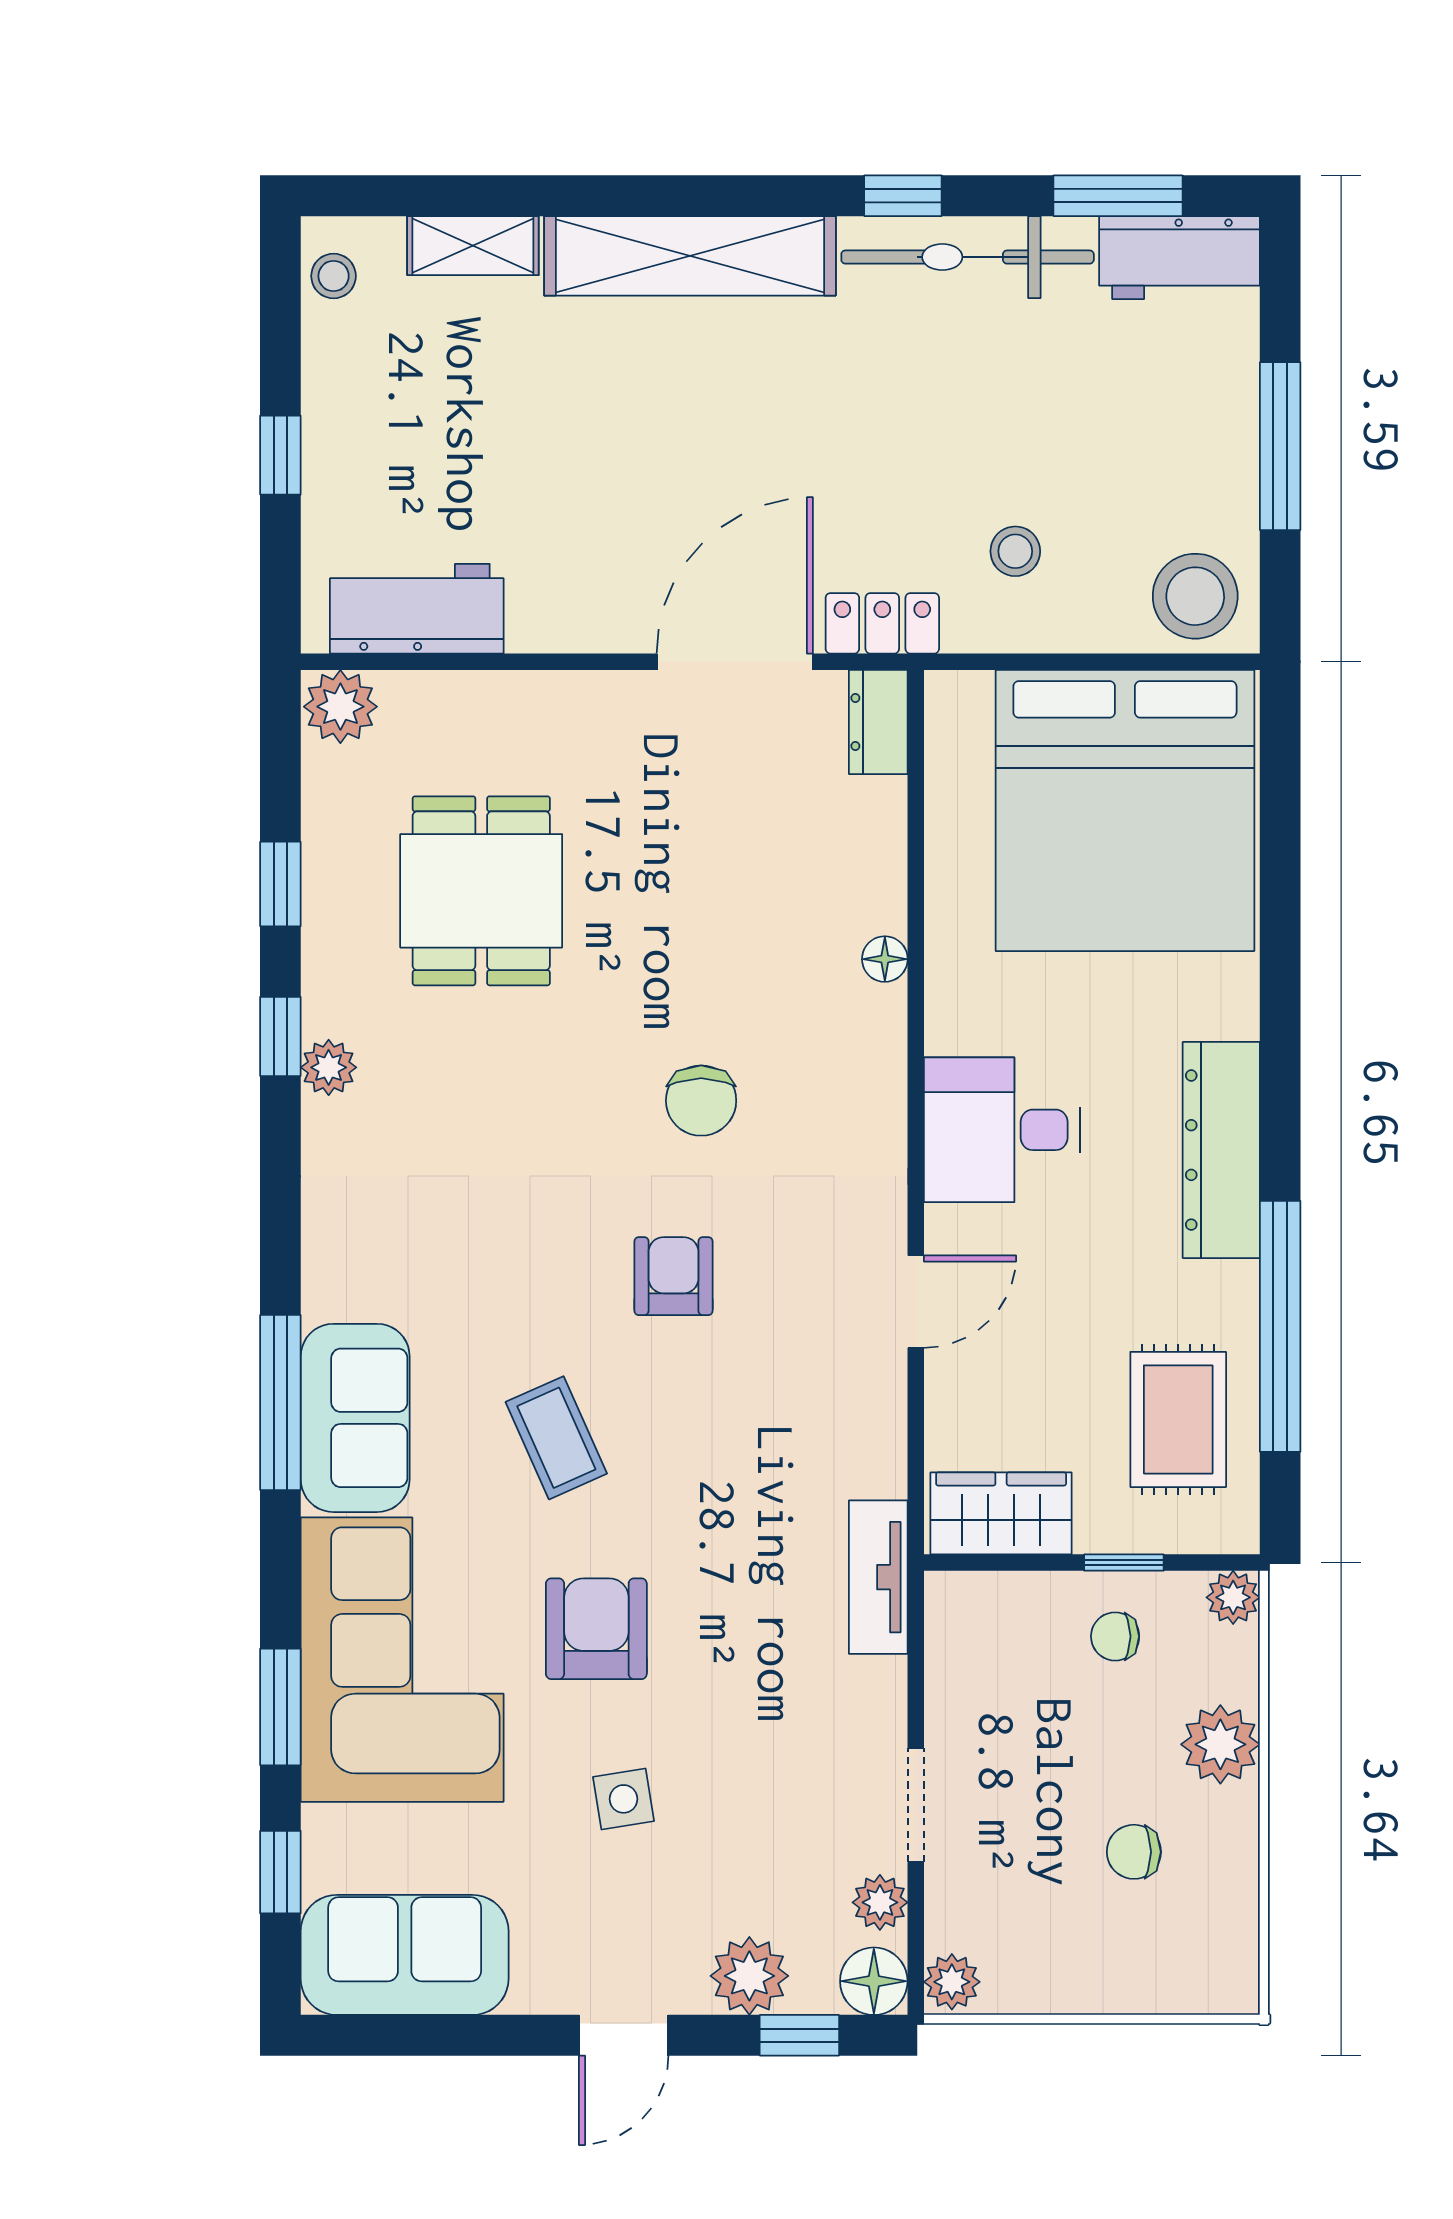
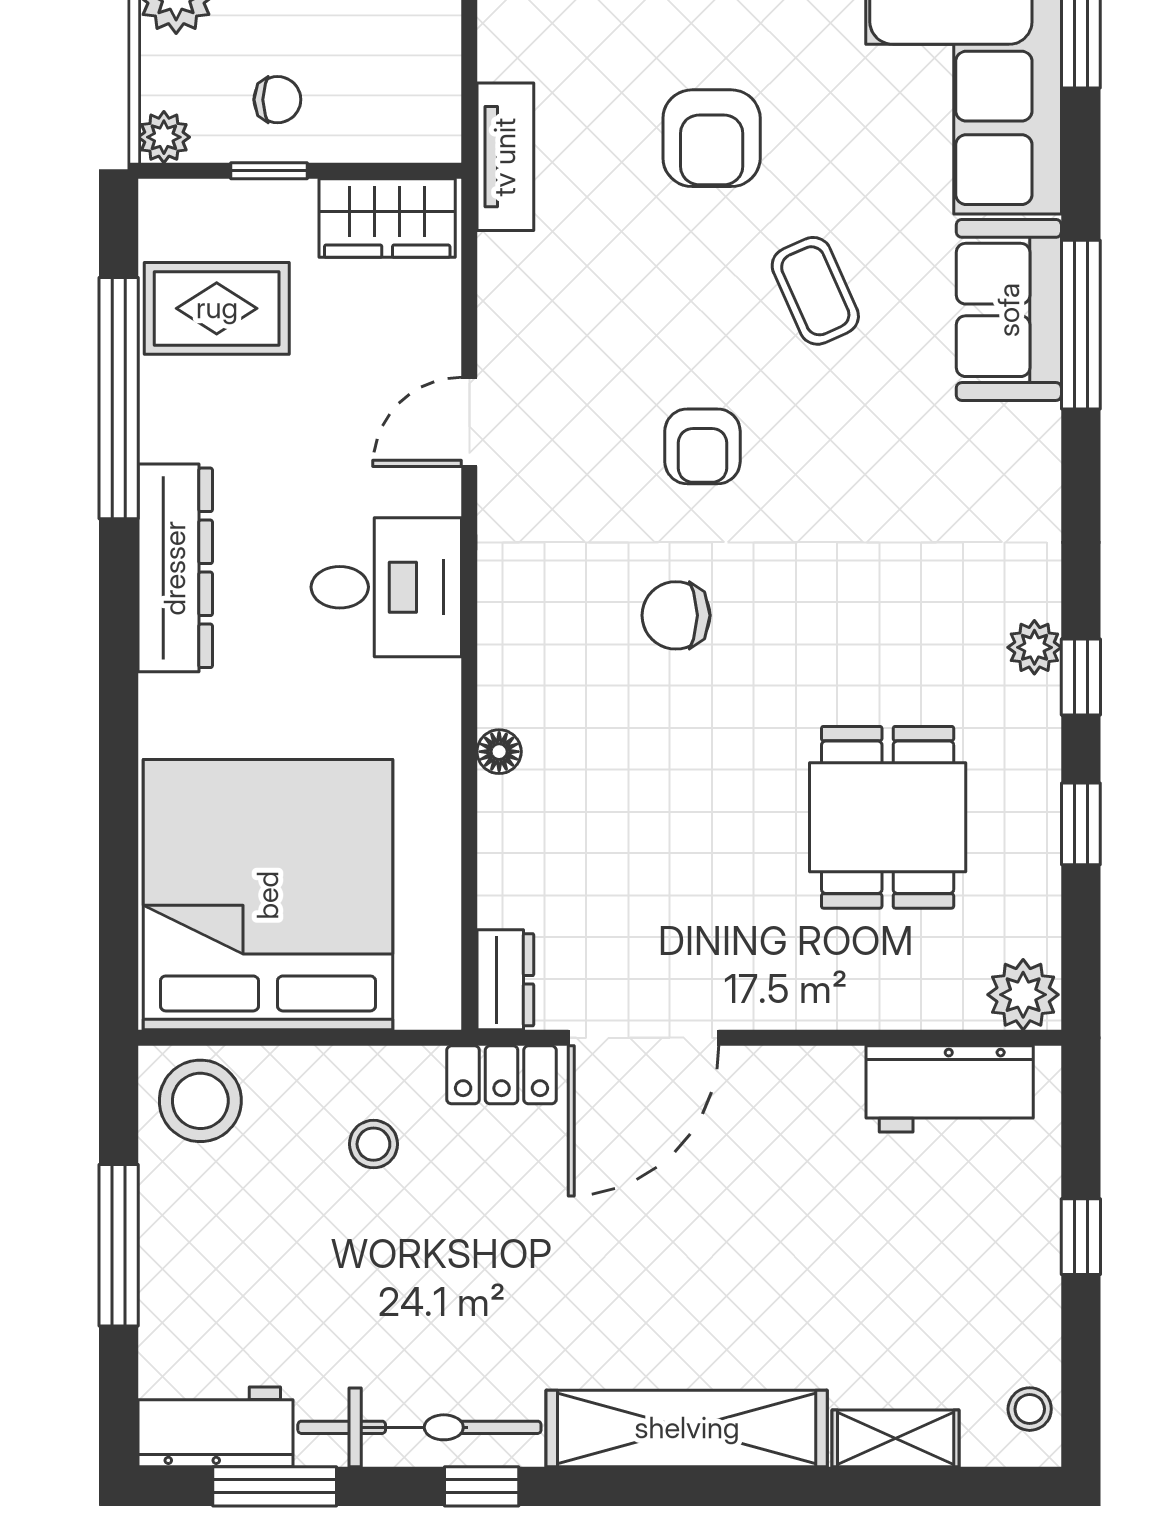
chair: (701, 1101) -> (676, 615), turned -90
rug: (1178, 1419) -> (217, 308), turned 90
armchair: (596, 1629) -> (712, 138), moved

